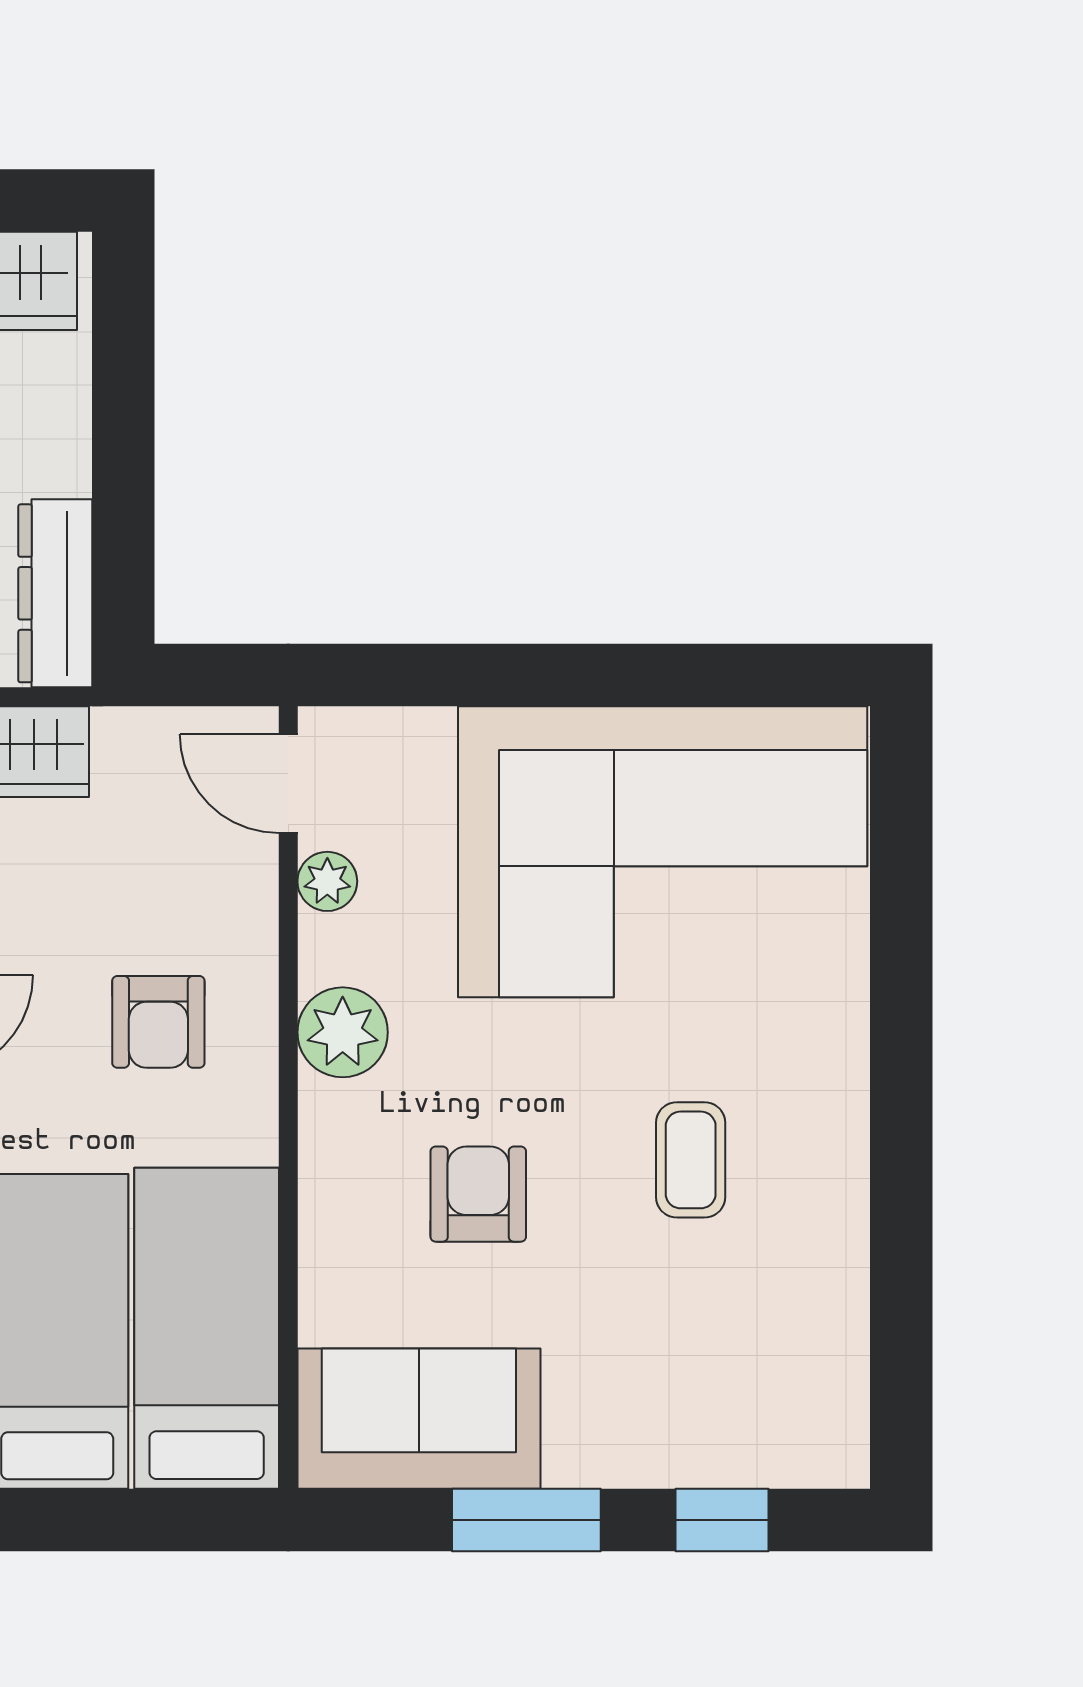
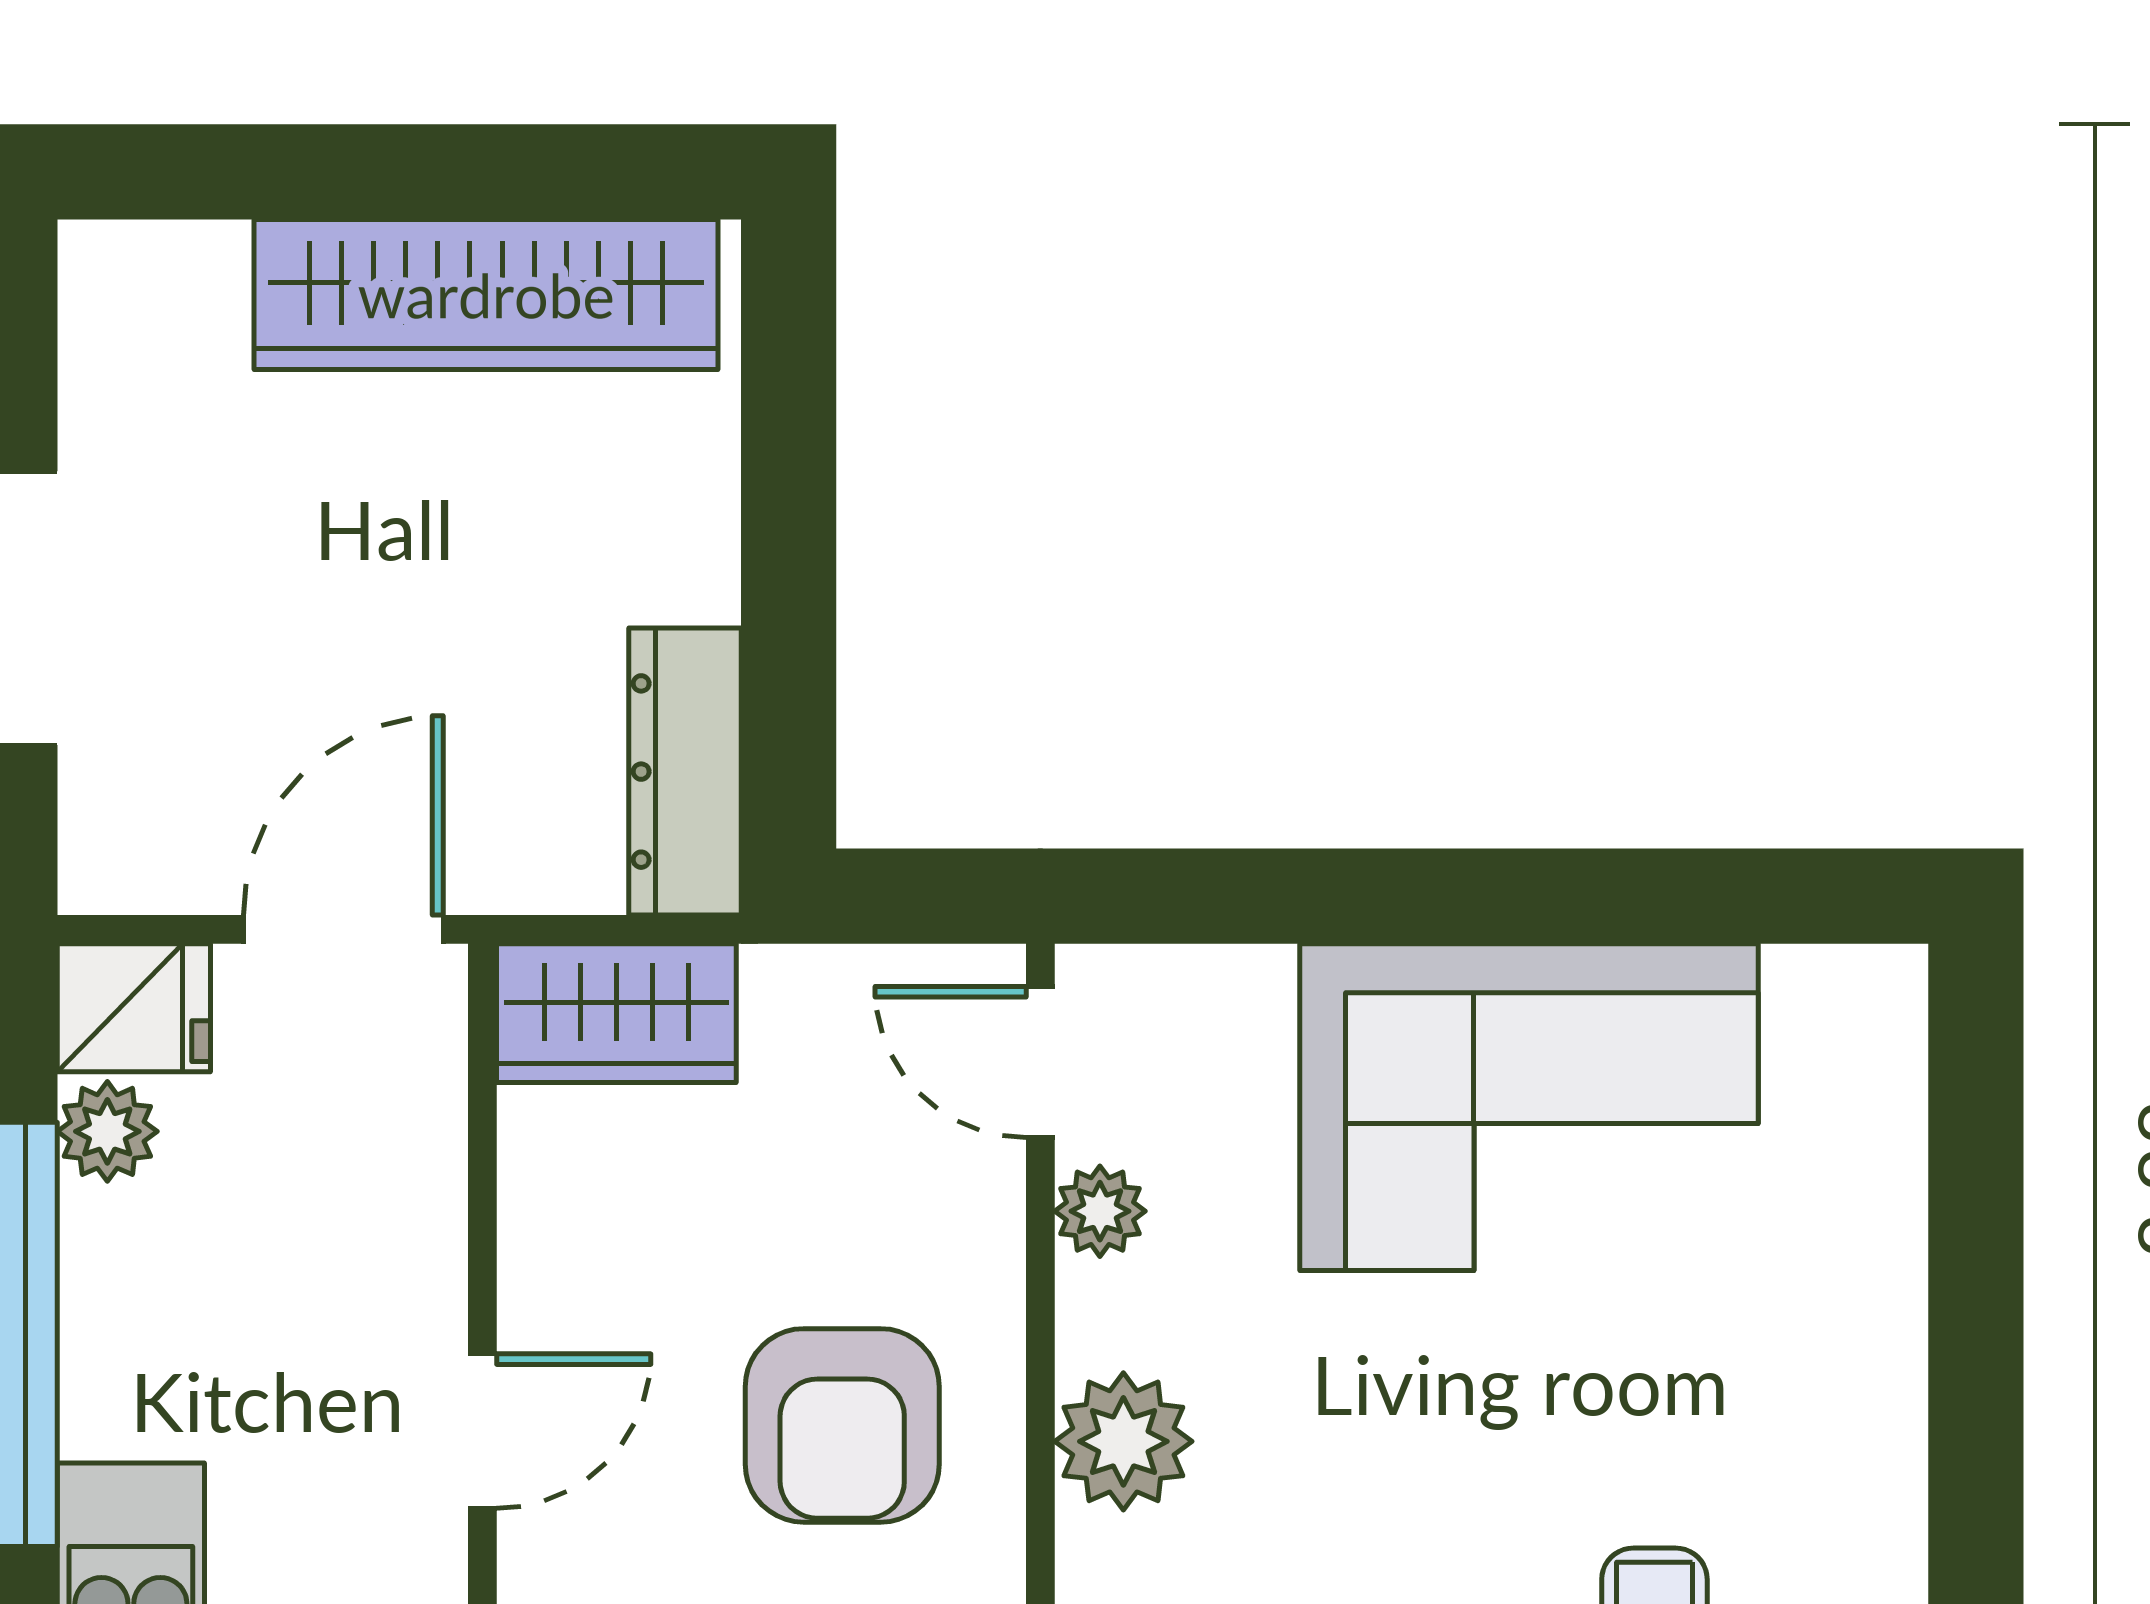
corner sofa: (663, 852) -> (1529, 1107), width x0.73, depth x0.74
armchair: (158, 1022) -> (842, 1425), width x1.38, depth x1.38

